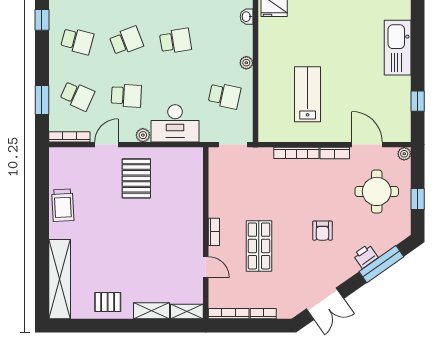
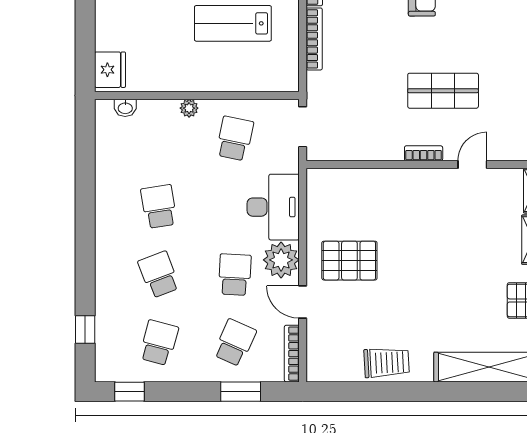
plant: (143, 135) -> (281, 260), width x1.88, depth x1.88

